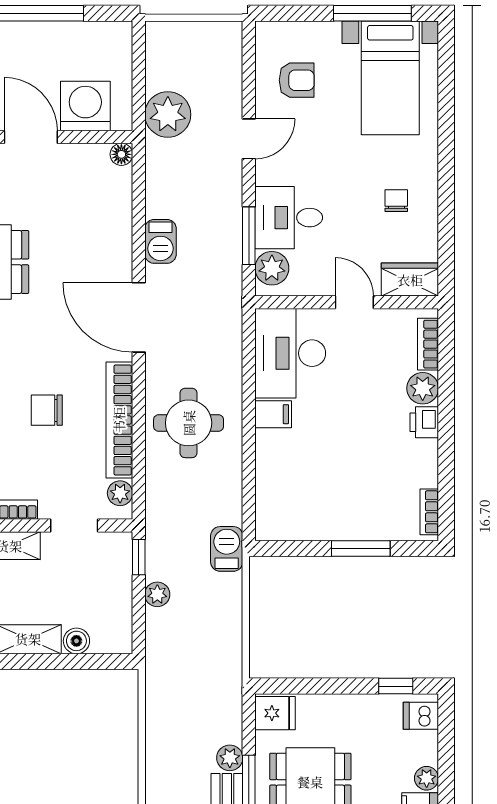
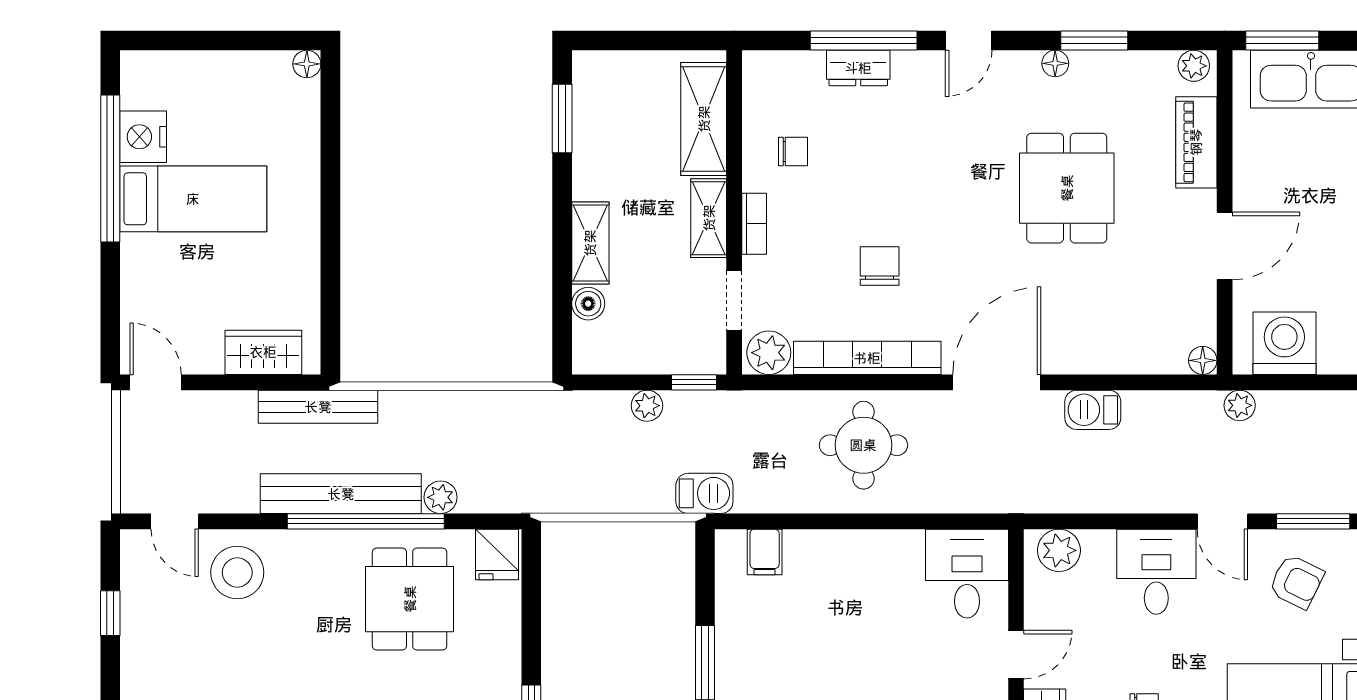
armchair: (297, 80) -> (1296, 582), turned -64
washing machine: (85, 106) -> (1284, 343), moved, turned -90
plant: (168, 114) -> (1240, 405), width x0.53, depth x0.53
desk: (289, 218) -> (1156, 572), moved
window: (249, 236) -> (1313, 521), moved
desk: (290, 353) -> (967, 574), width x0.73
filing cabinet: (273, 414) -> (765, 552), moved
plant: (120, 493) -> (769, 353), width x1.38, depth x1.38

